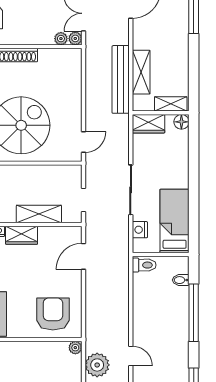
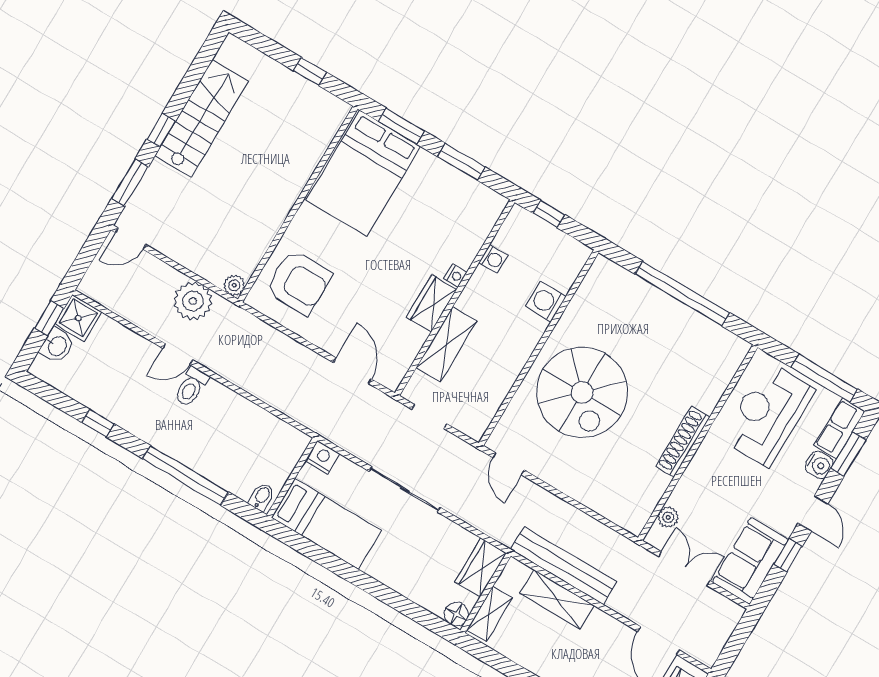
plant: (75, 38) -> (657, 537), removed
nightstand: (140, 230) -> (322, 457), moved
toilet: (144, 265) -> (191, 387), moved
bidet: (181, 280) -> (262, 497), moved

